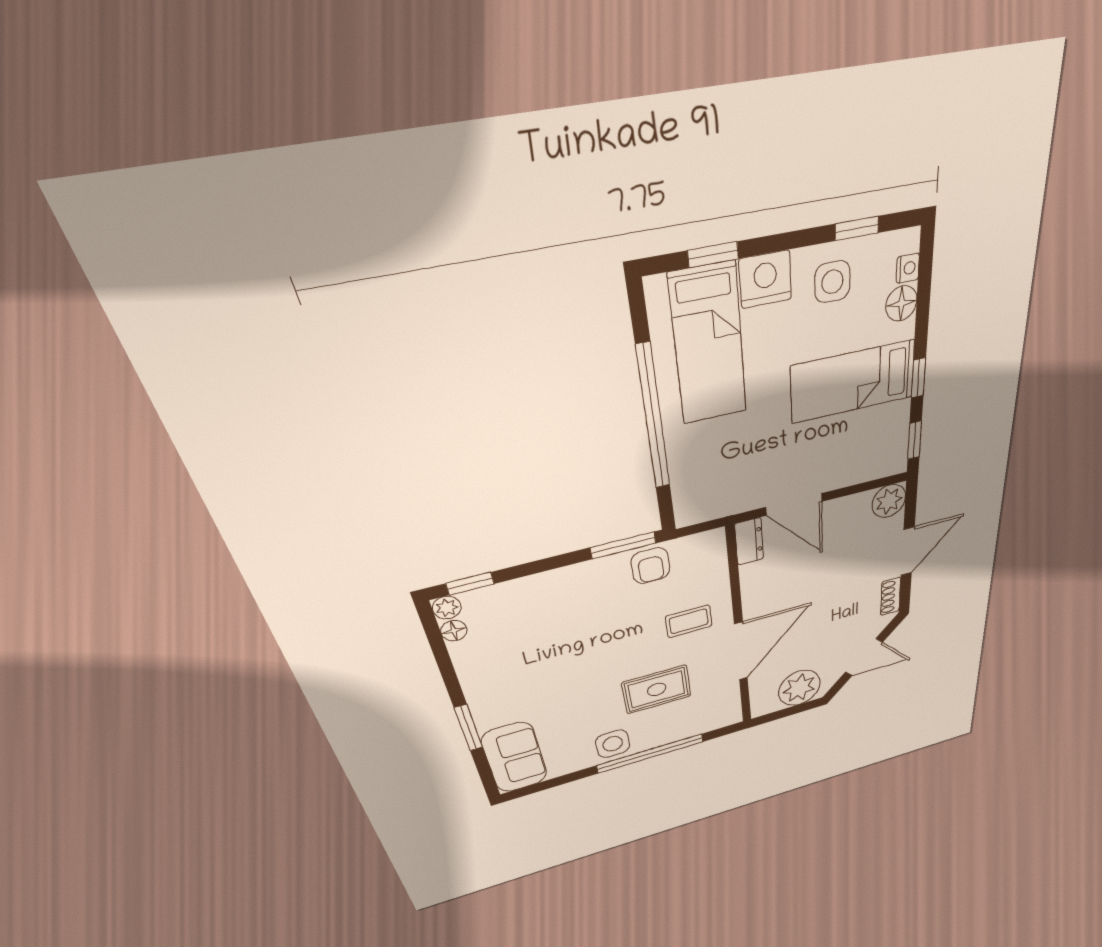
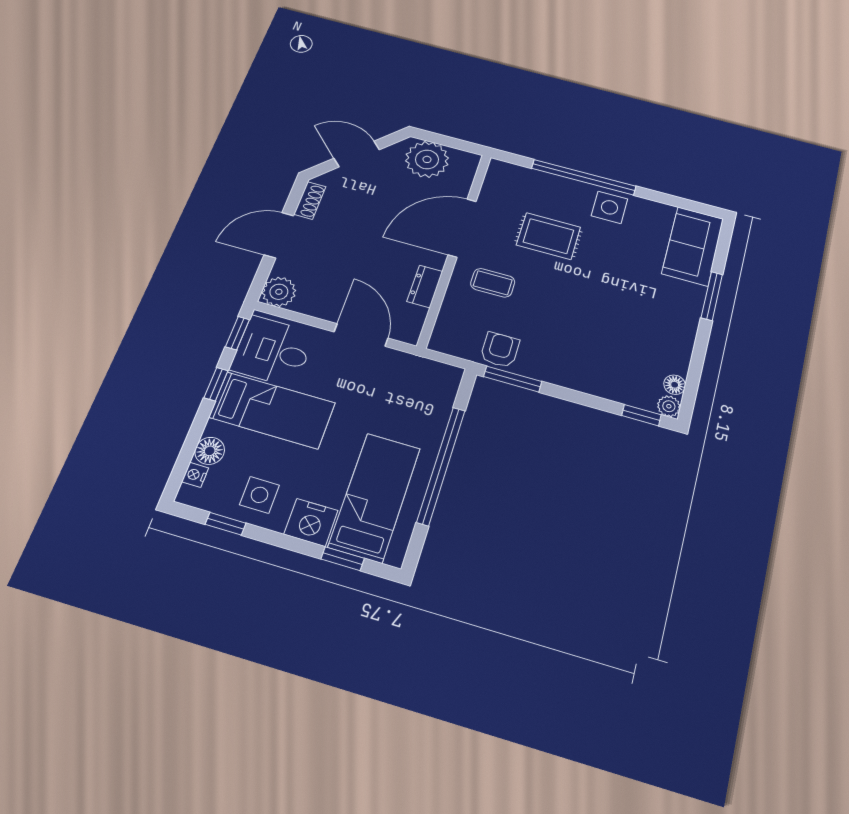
desk: (874, 441) -> (273, 351), added
dresser: (749, 541) -> (425, 286), moved

